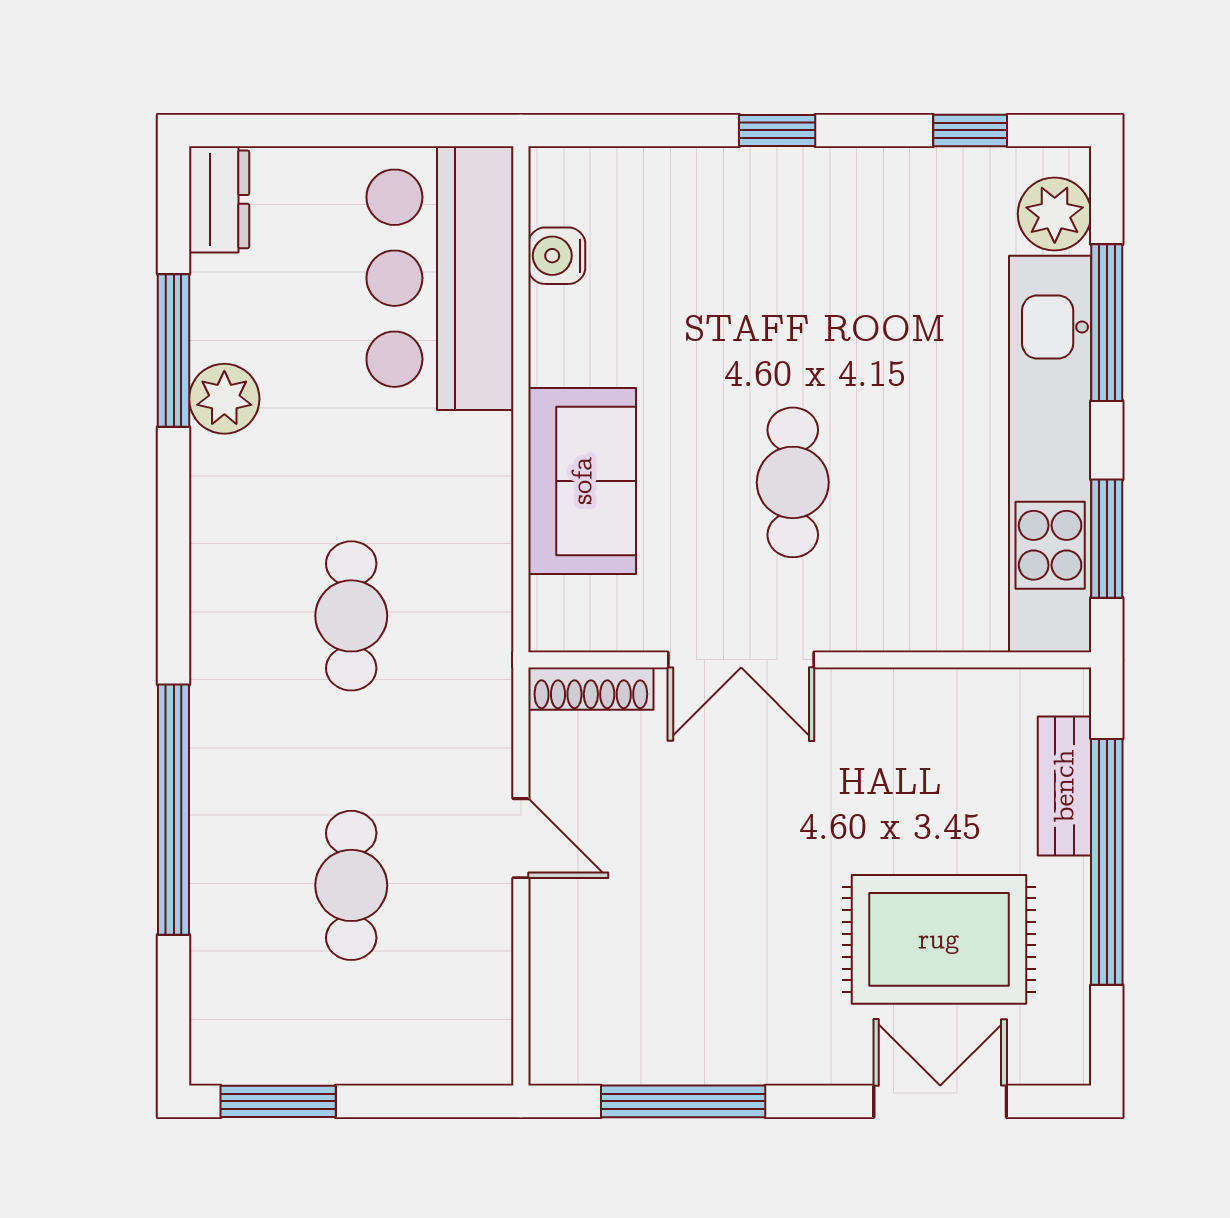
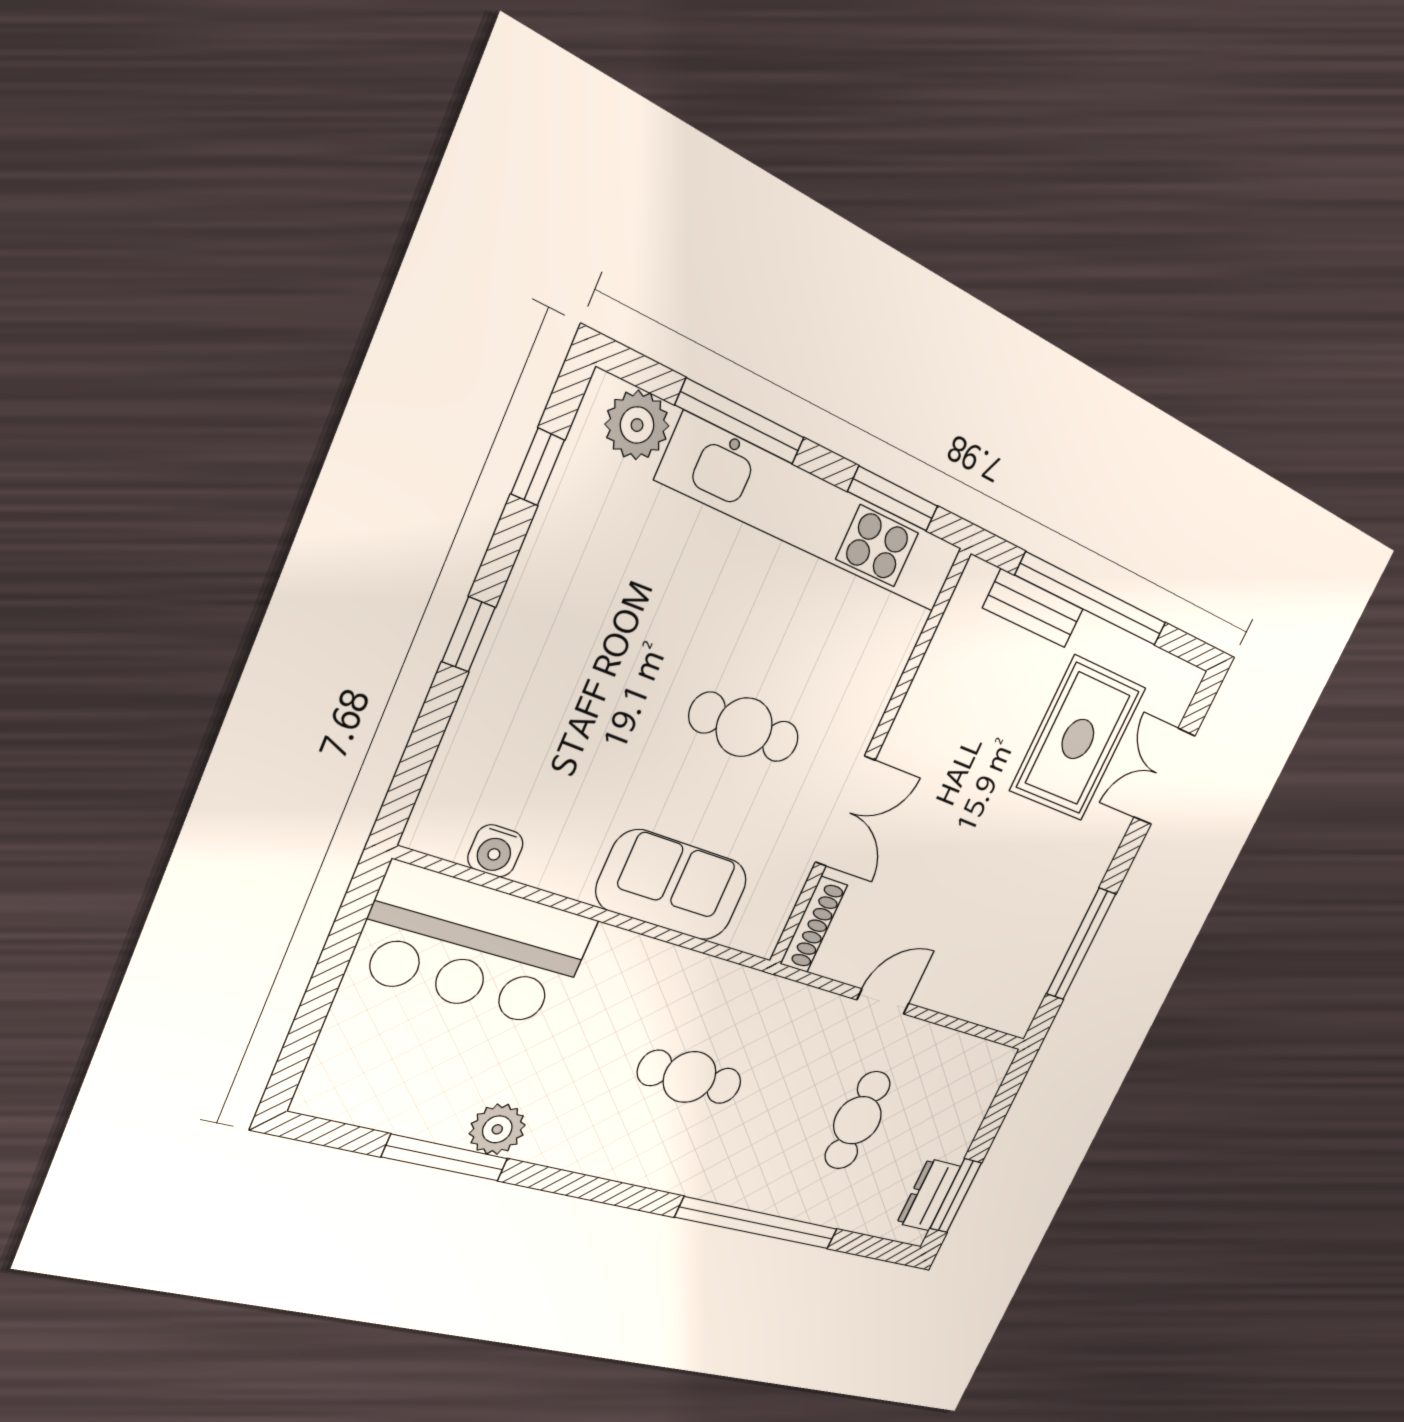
dresser: (219, 199) -> (929, 1195), moved, turned -90
cafe table: (351, 885) -> (857, 1120), turned 90

